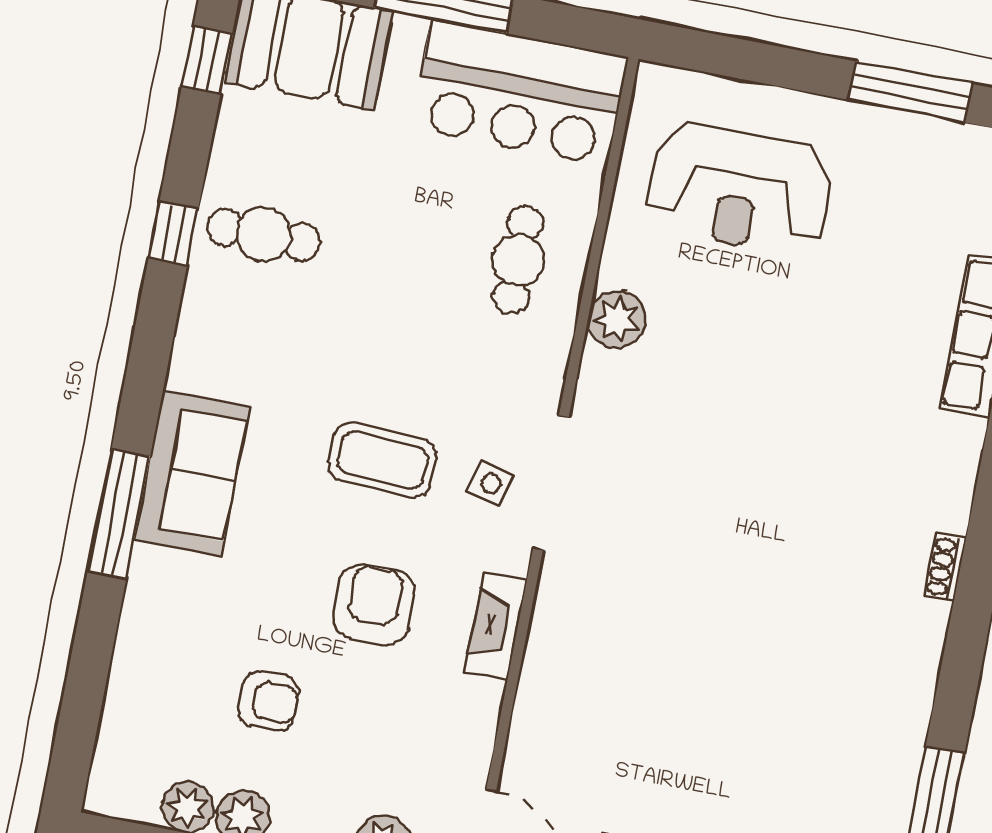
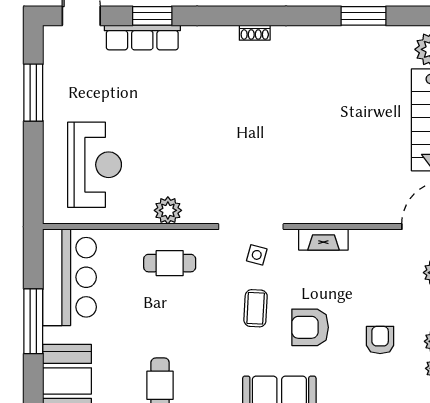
cafe table: (518, 260) -> (170, 263), moved
coffee table: (382, 460) -> (256, 308), width x0.73, depth x0.77
armchair: (374, 604) -> (310, 327), moved

